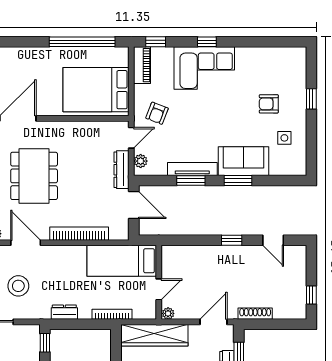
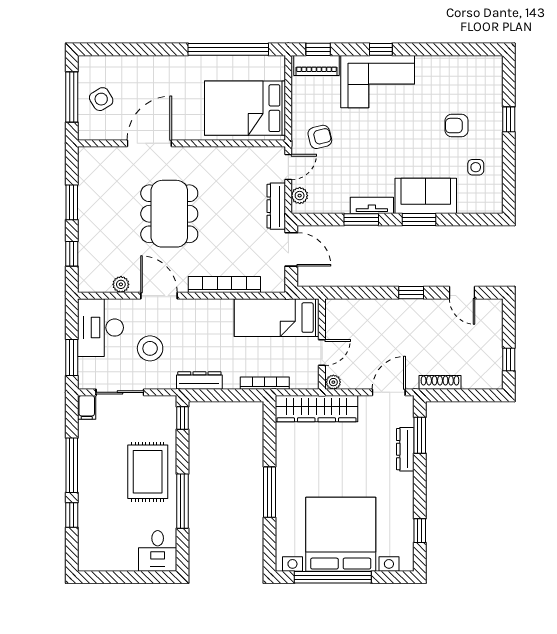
piano: (142, 65) -> (316, 65), moved, turned 90
armchair: (157, 113) -> (320, 137), turned -125
tv unit: (192, 169) -> (372, 205), width x0.71
dresser: (64, 312) -> (199, 381), width x1.44

